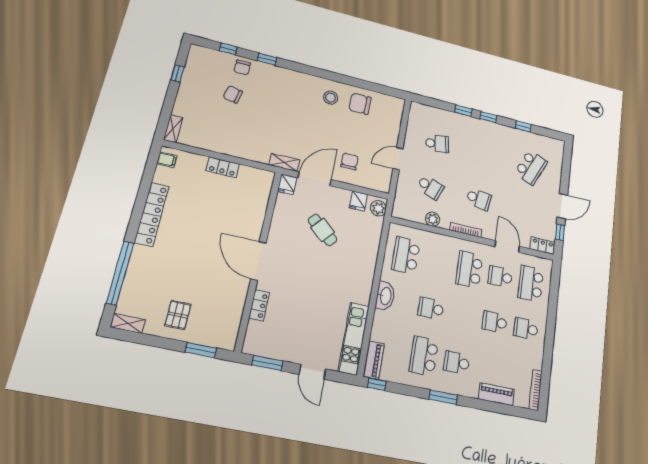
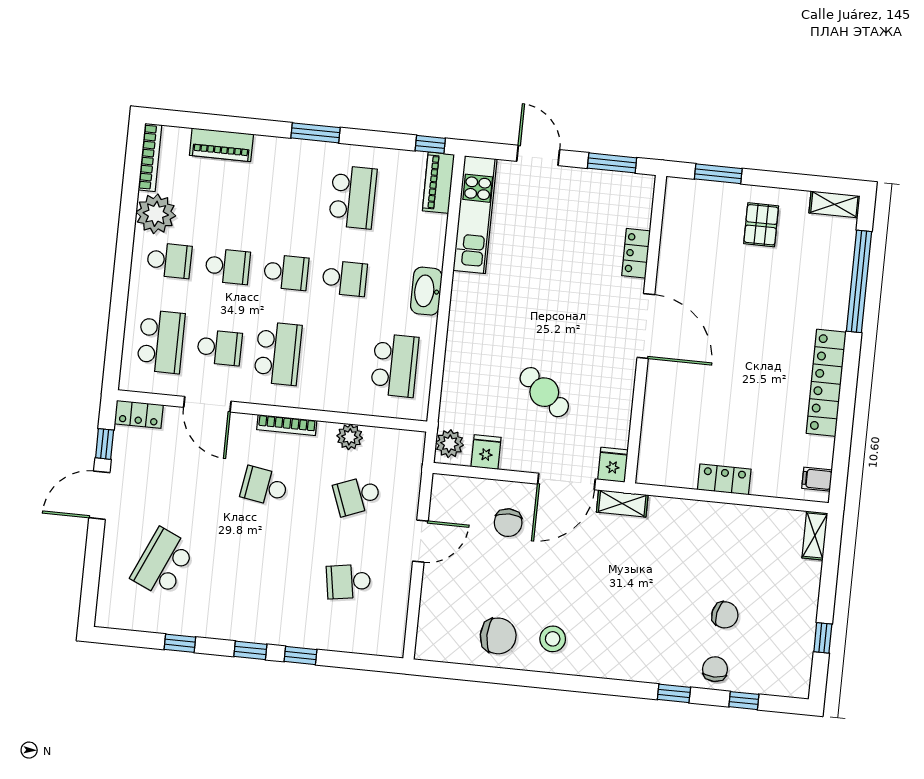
school desk: (430, 187) -> (357, 496), turned -42
plant: (533, 356) -> (156, 214), added
school desk: (457, 363) -> (286, 272), moved

